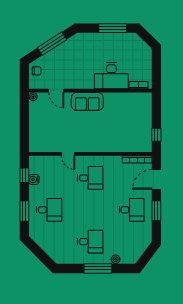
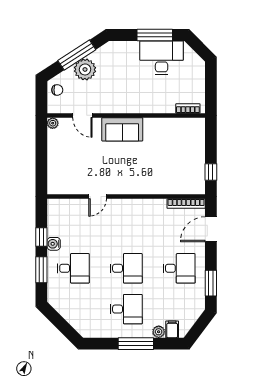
plant: (58, 55) -> (85, 69), added
desk: (111, 76) -> (162, 58), moved, turned 180
door: (68, 154) -> (98, 197), hinge flipped
window: (24, 175) -> (41, 237), moved
desk: (90, 178) -> (126, 268), moved
water cooler: (34, 179) -> (54, 244), moved
window: (156, 211) -> (211, 283), moved
filing cabinet: (126, 257) -> (172, 329), added

